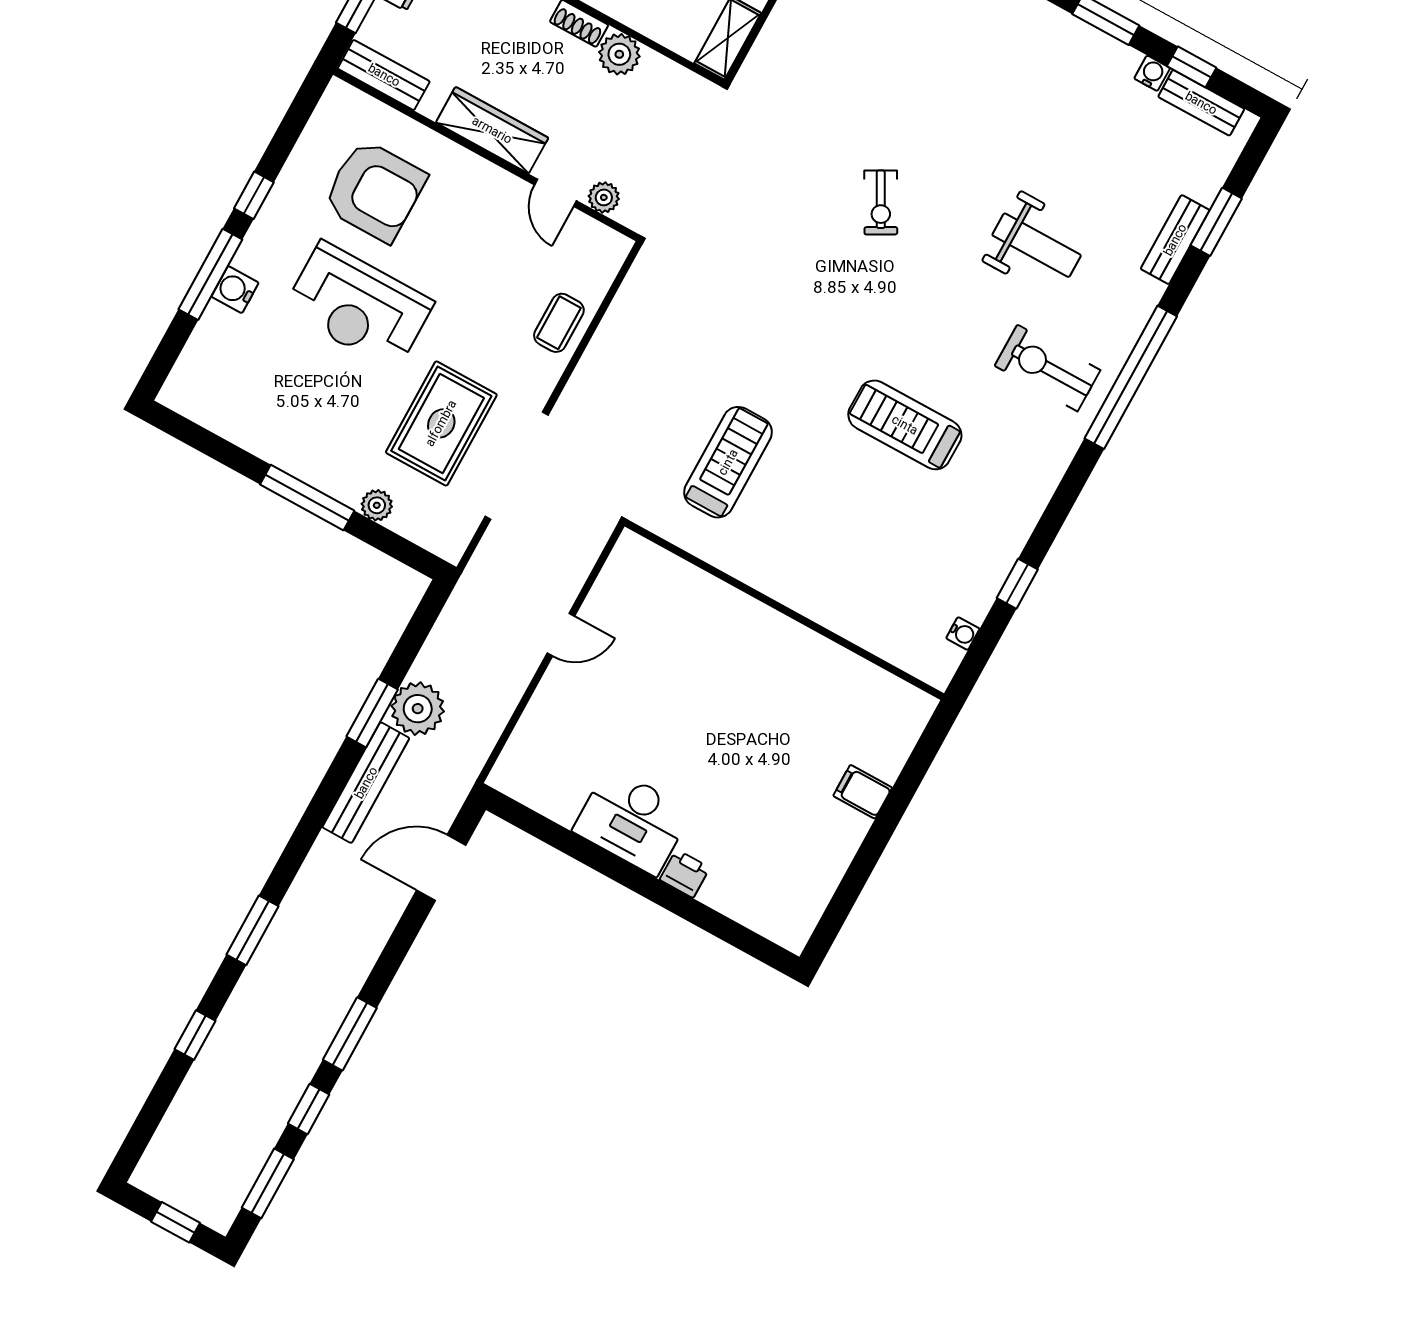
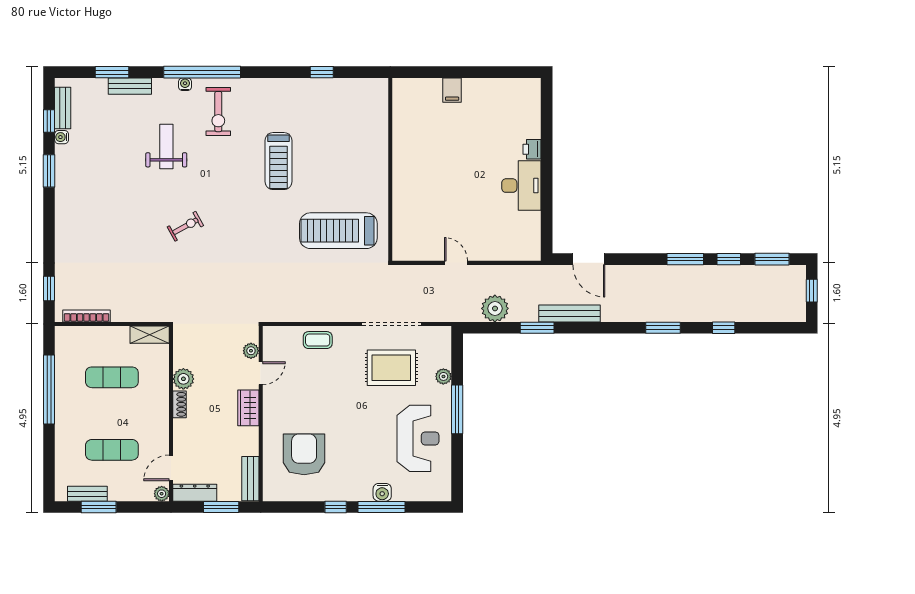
wardrobe: (492, 130) -> (248, 408), width x0.67
reception desk: (358, 306) -> (418, 438), moved
treadmill: (728, 462) -> (338, 231), width x1.37, depth x1.38
water cooler: (963, 633) -> (185, 84), moved
plant: (418, 709) -> (495, 308), moved

